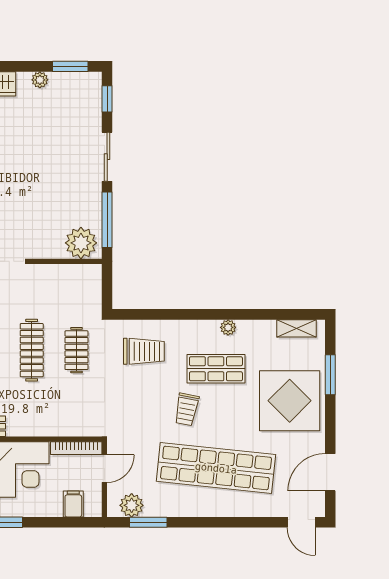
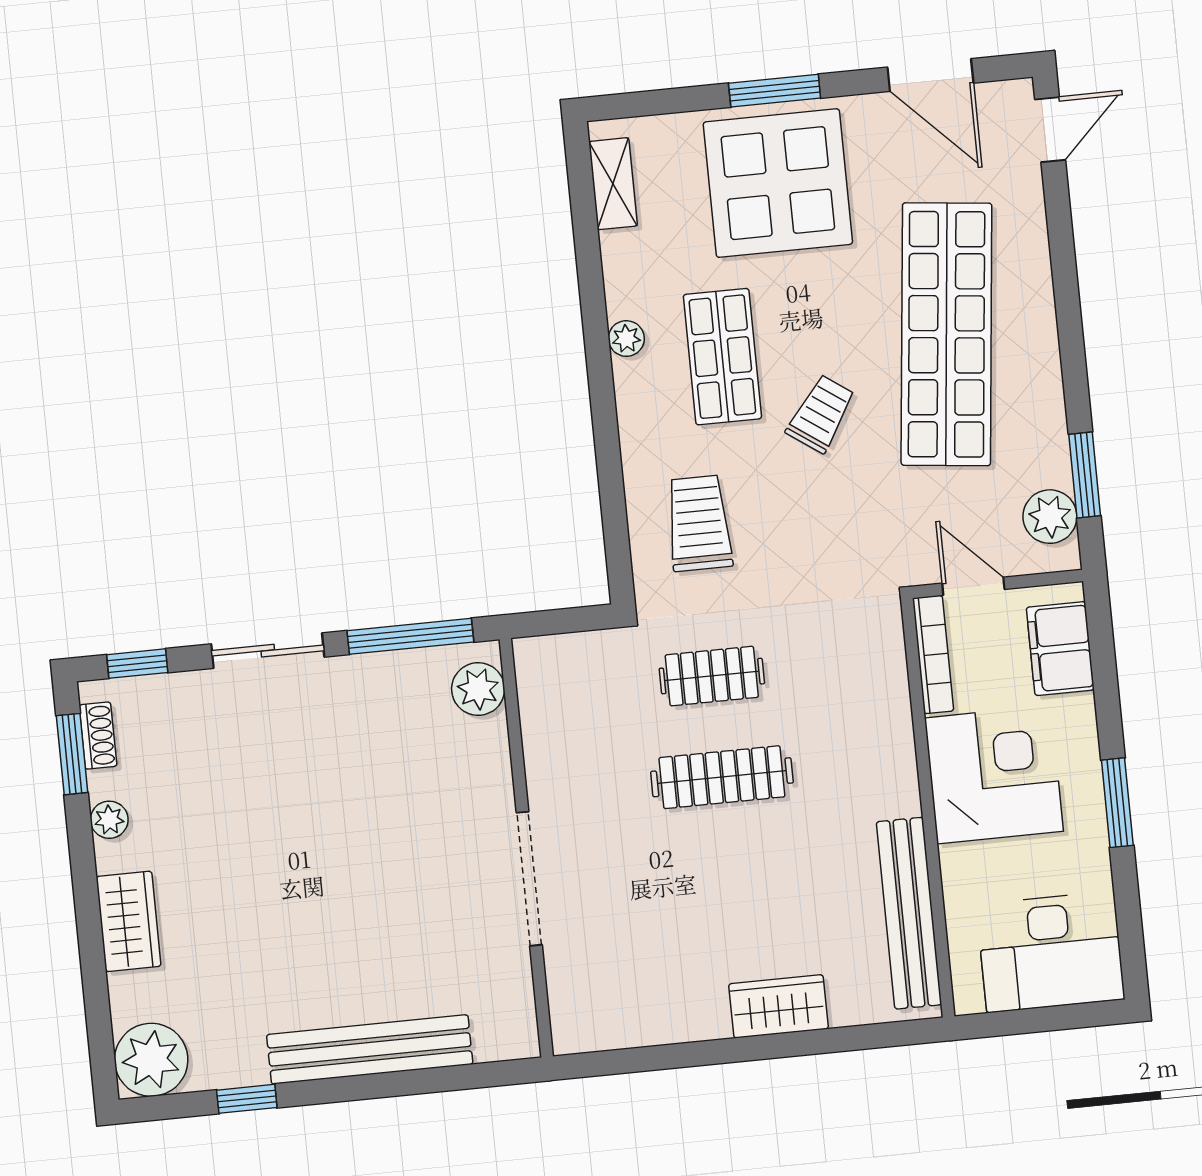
shoe rack: (77, 79) -> (98, 736), added
plant: (81, 243) -> (478, 689), width x0.73, depth x0.73
window: (330, 375) -> (775, 91), moved
trolley: (187, 409) -> (821, 414), turned -66
filing cabinet: (73, 504) -> (1060, 649), width x2.00

